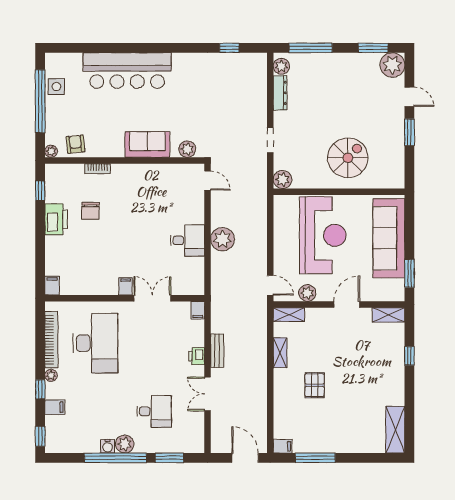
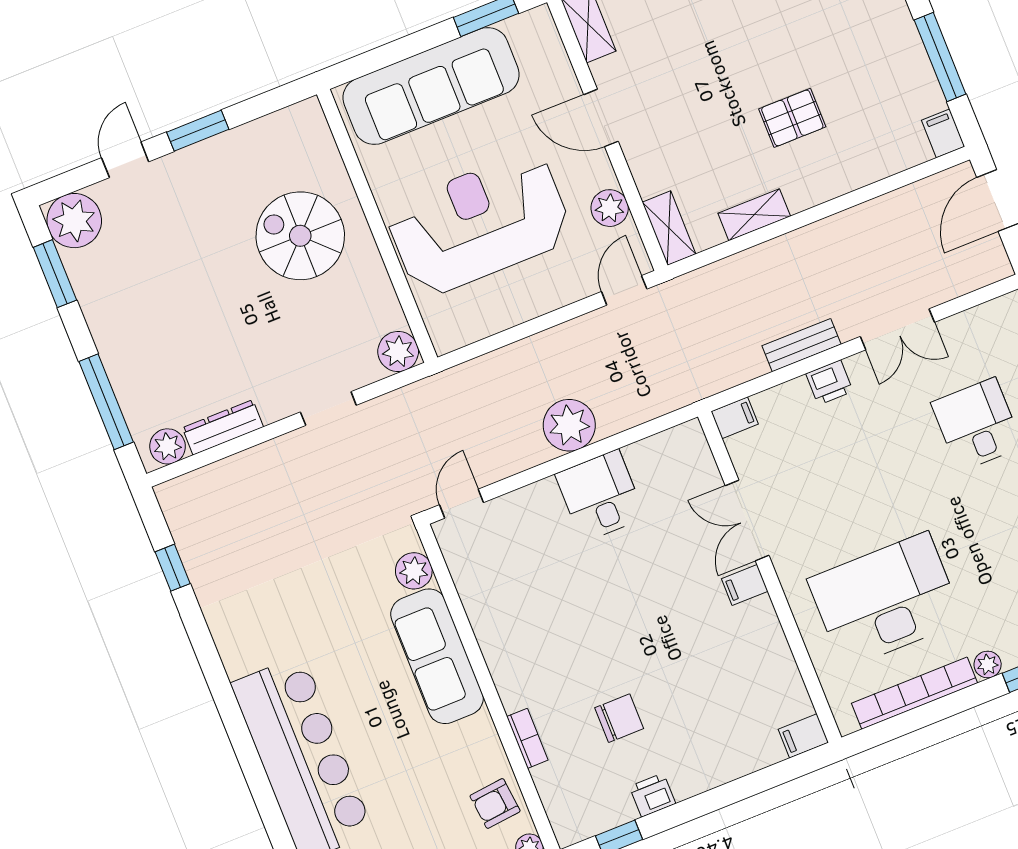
sofa: (147, 145) -> (437, 656), width x1.36
printer: (56, 219) -> (652, 795), width x0.53, depth x0.68

